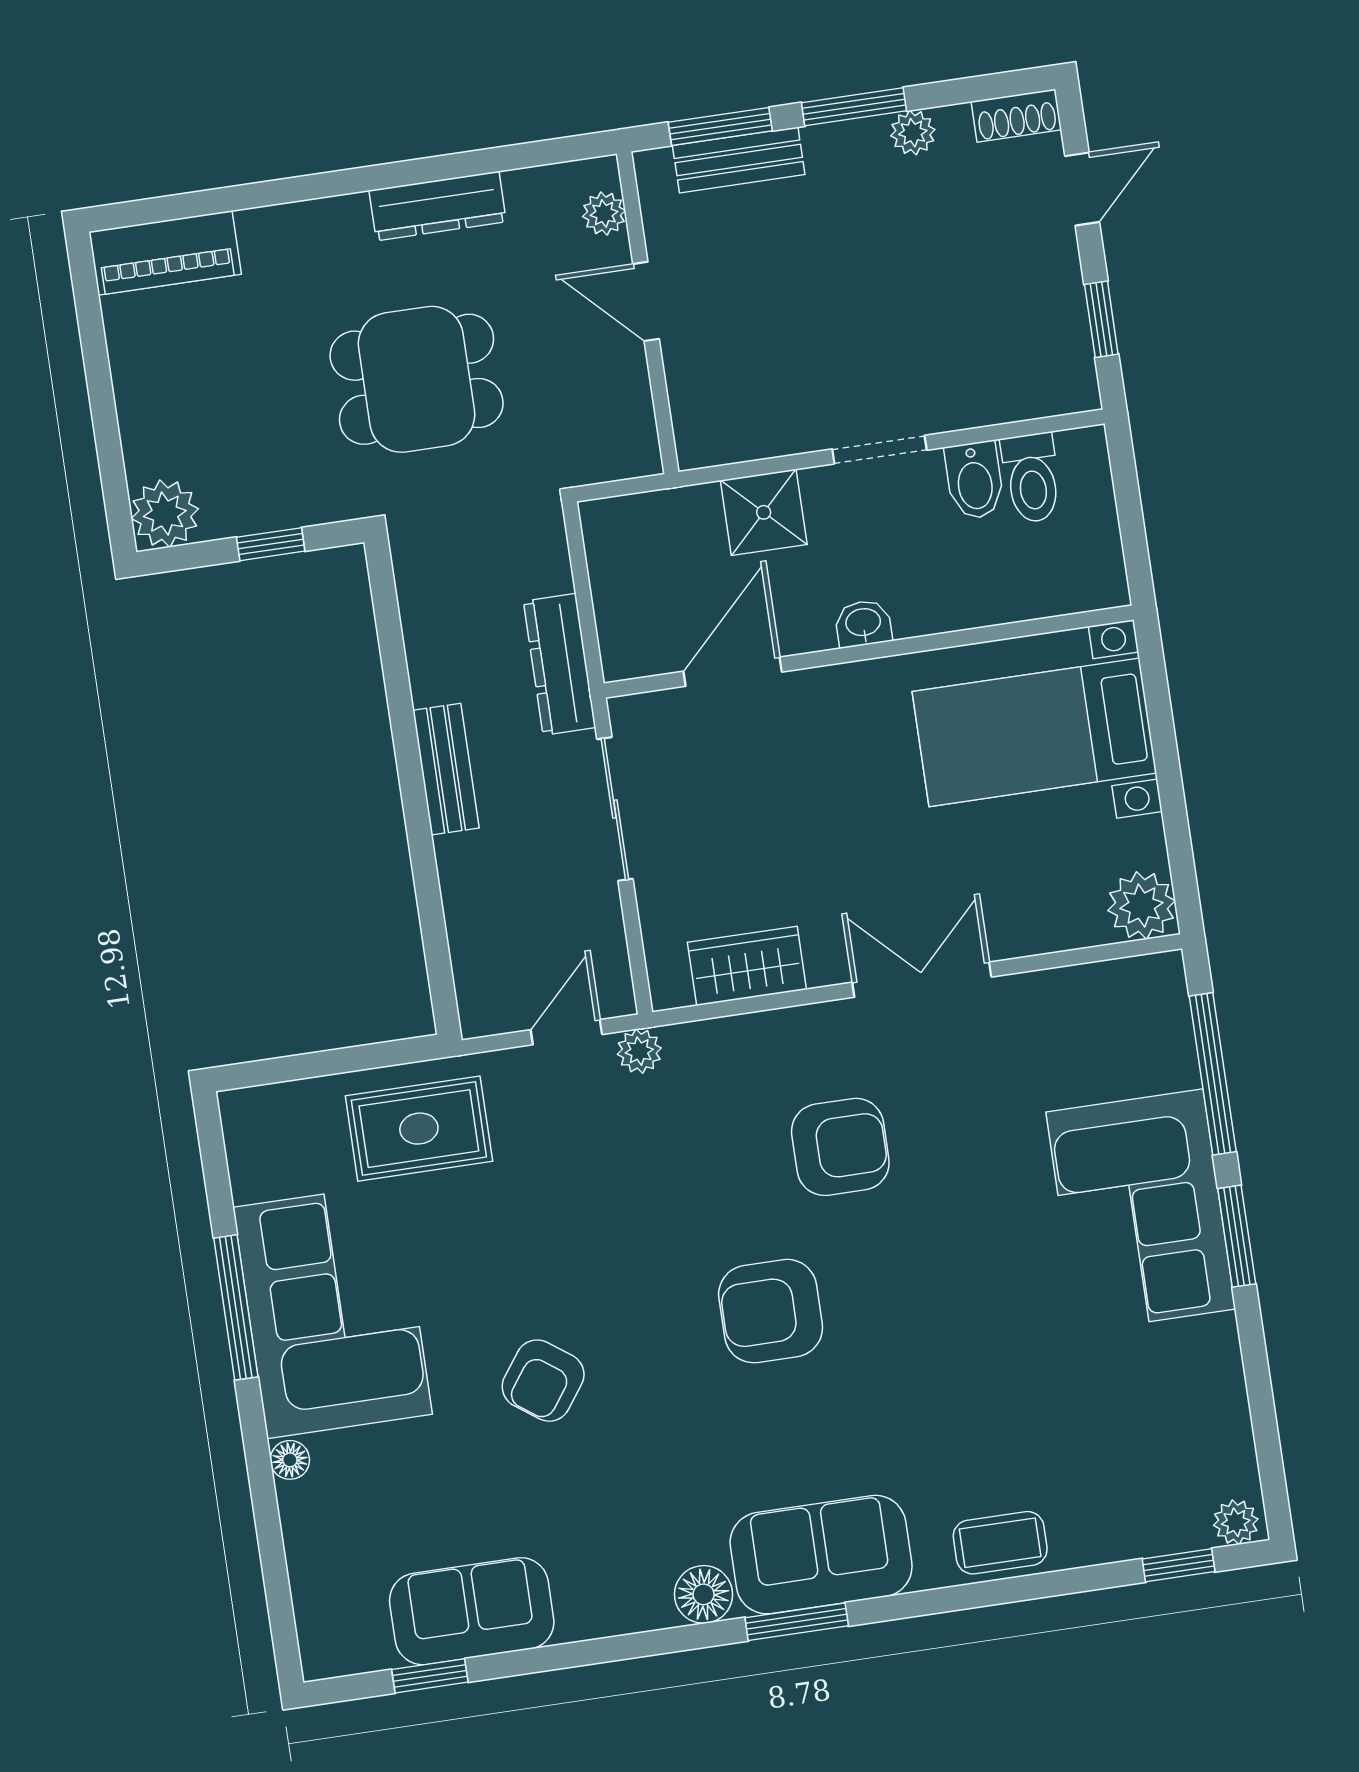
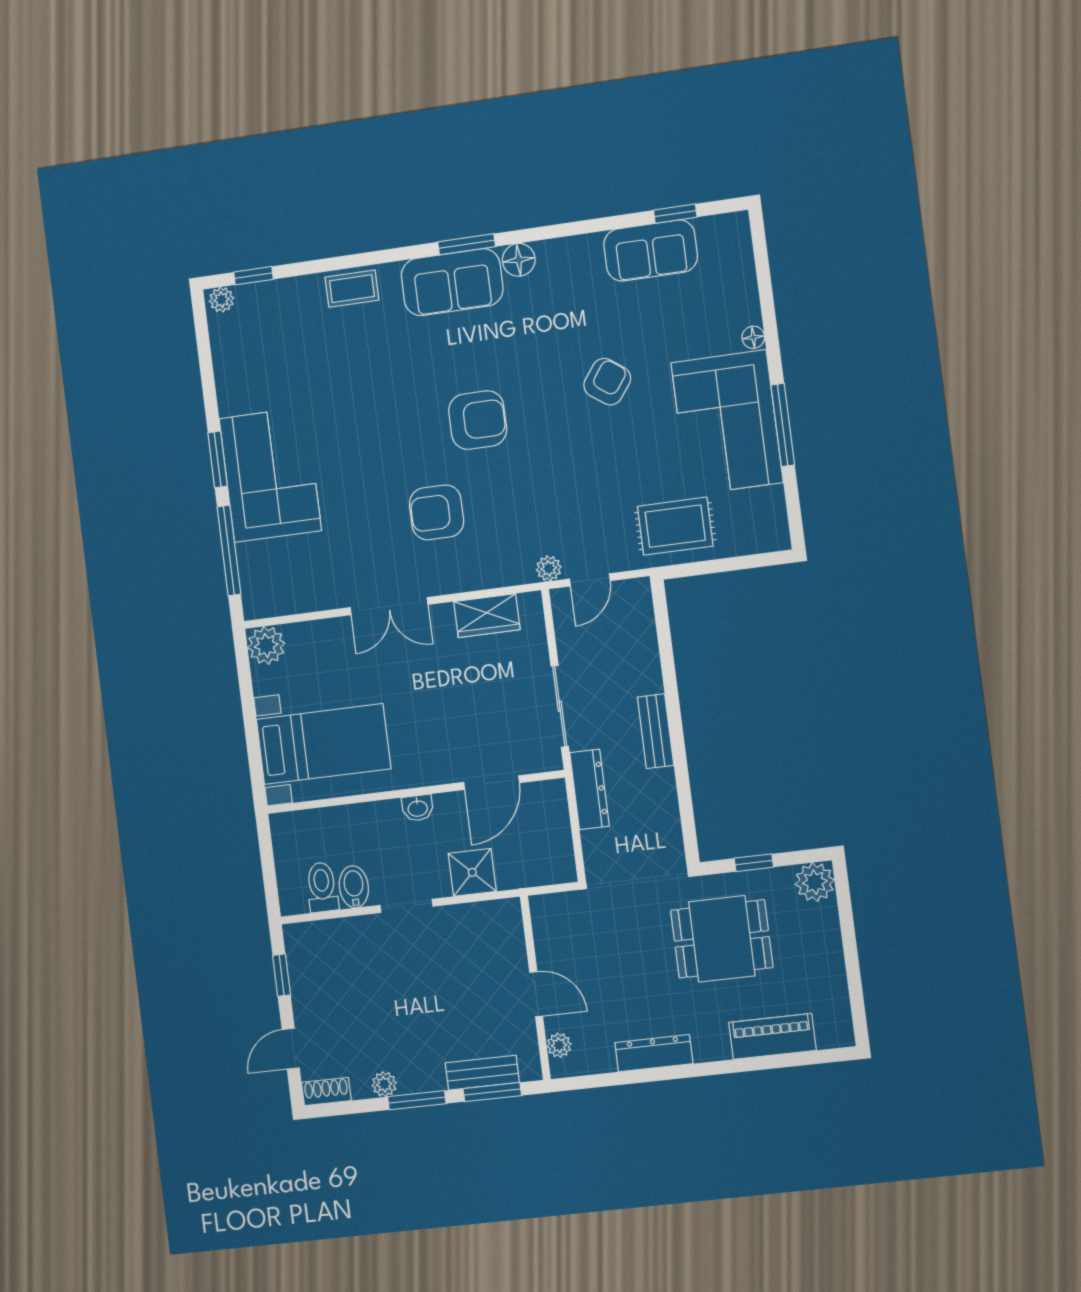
piano: (165, 253) -> (772, 1036), moved
dining table: (417, 379) -> (722, 939), moved

